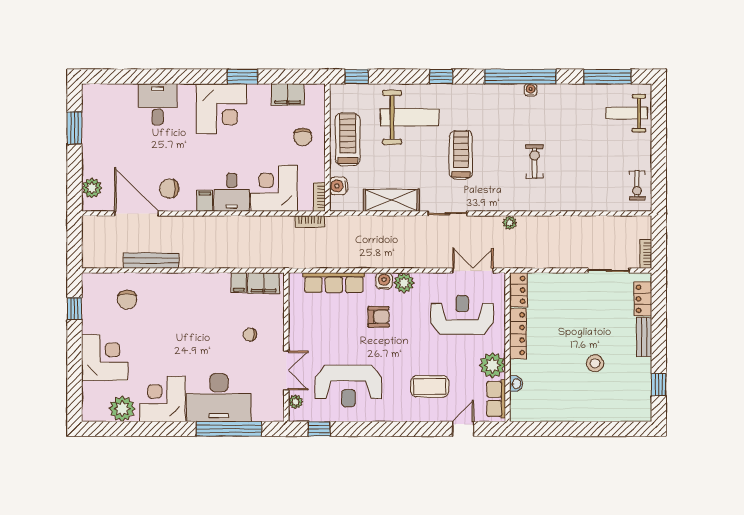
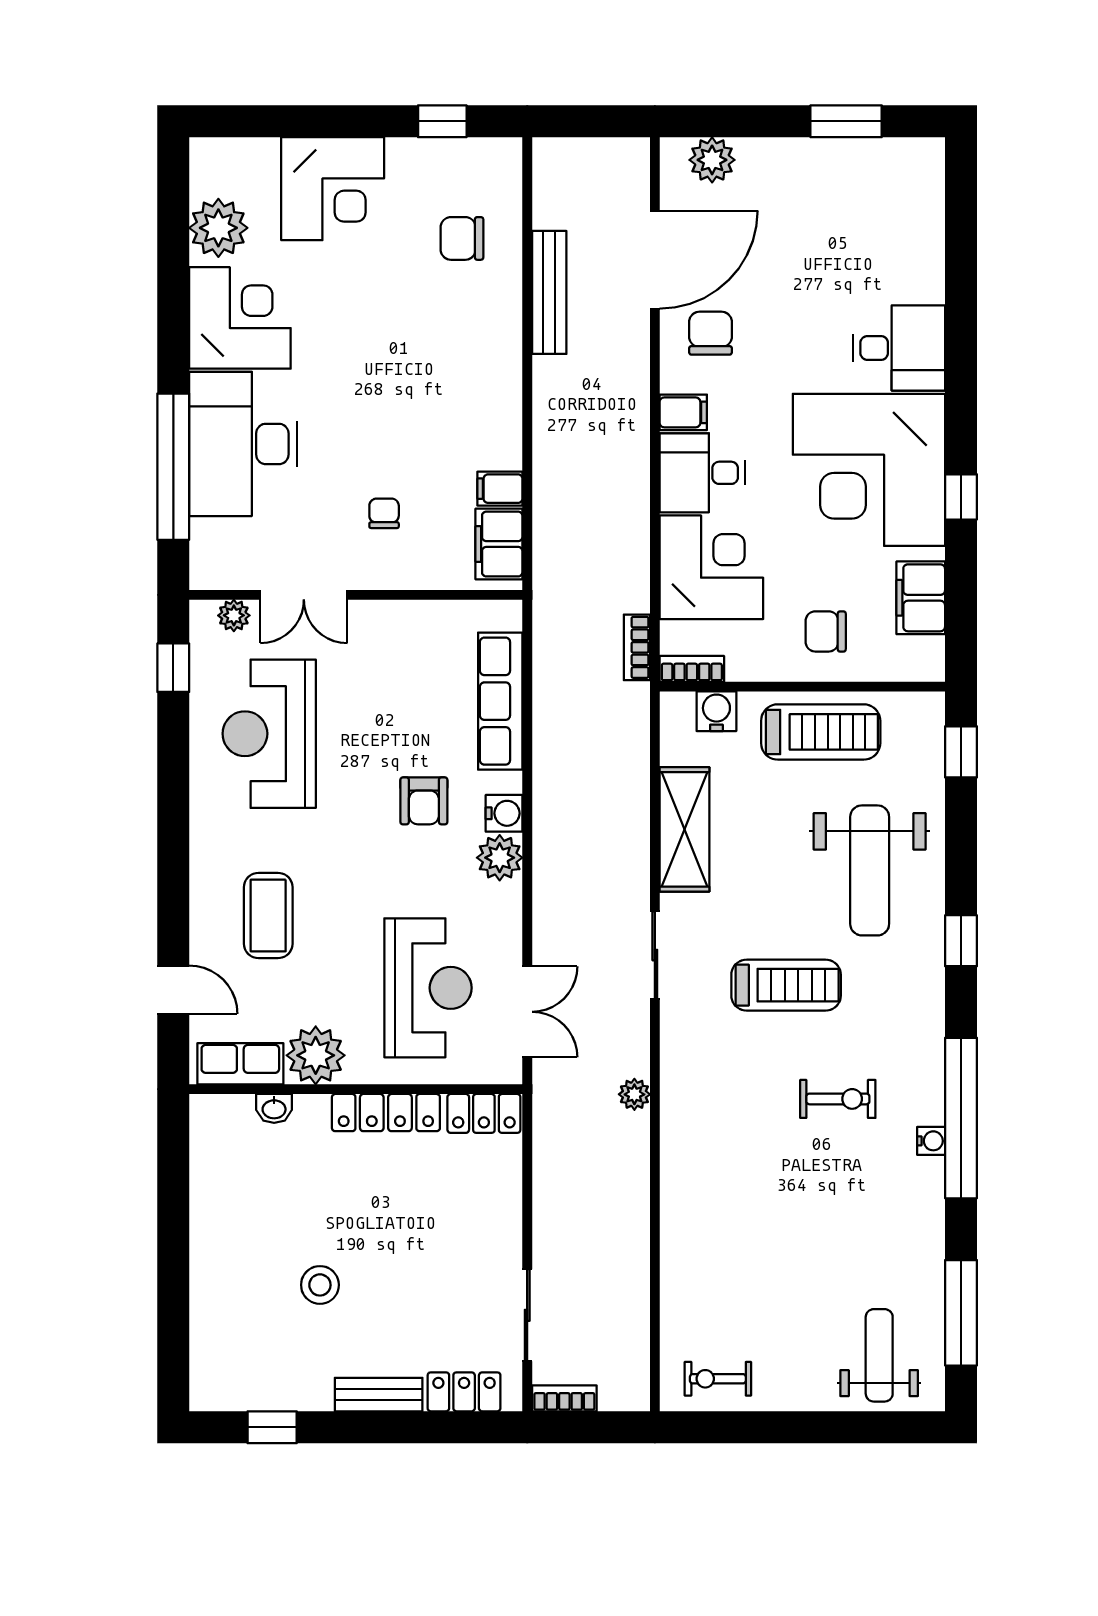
window: (243, 77) -> (961, 497), width x0.67
desk: (158, 104) -> (899, 348), moved
corner desk: (221, 109) -> (869, 470), width x1.36, depth x1.36
exercise bike: (534, 161) -> (838, 1099), moved

